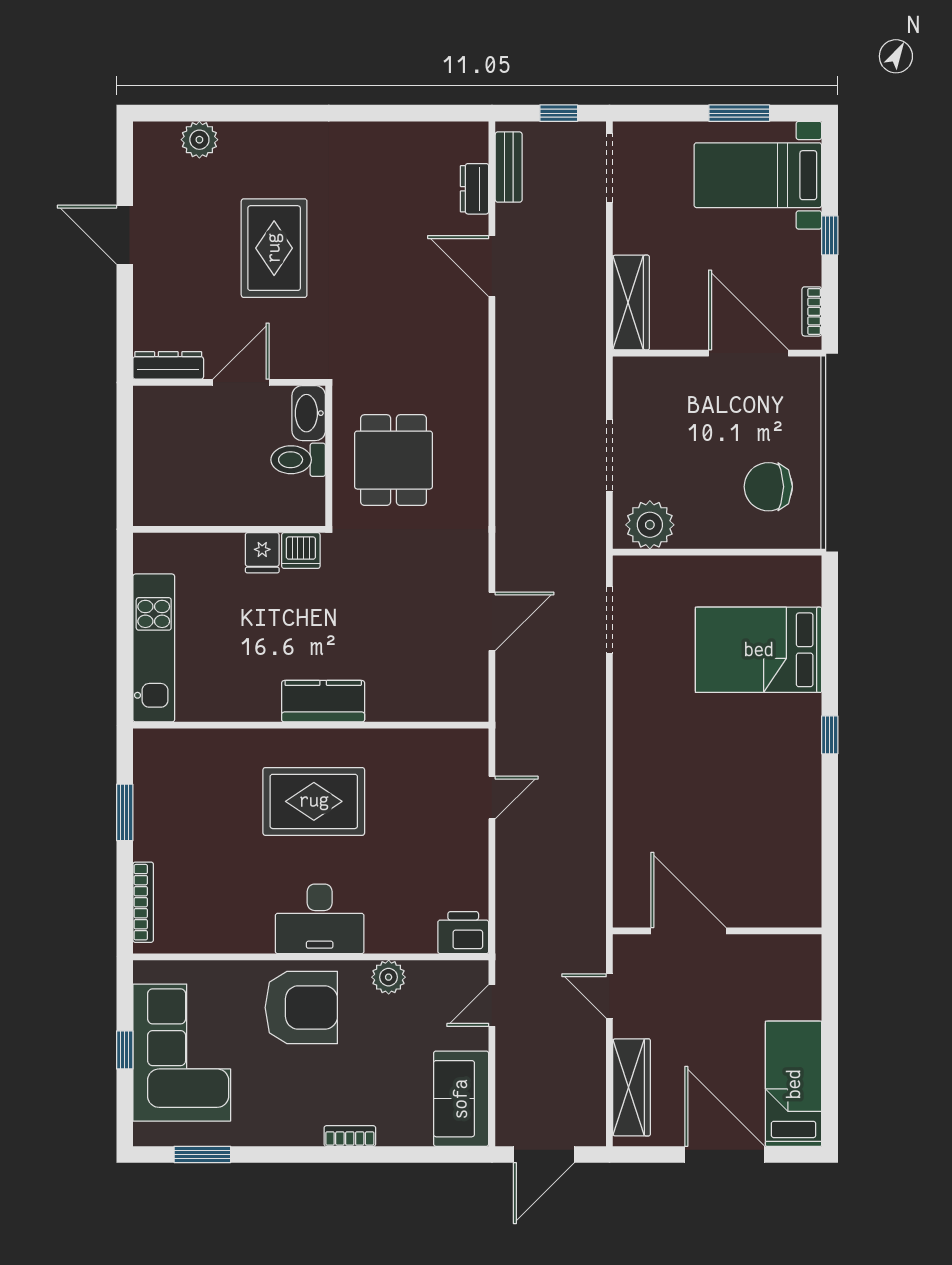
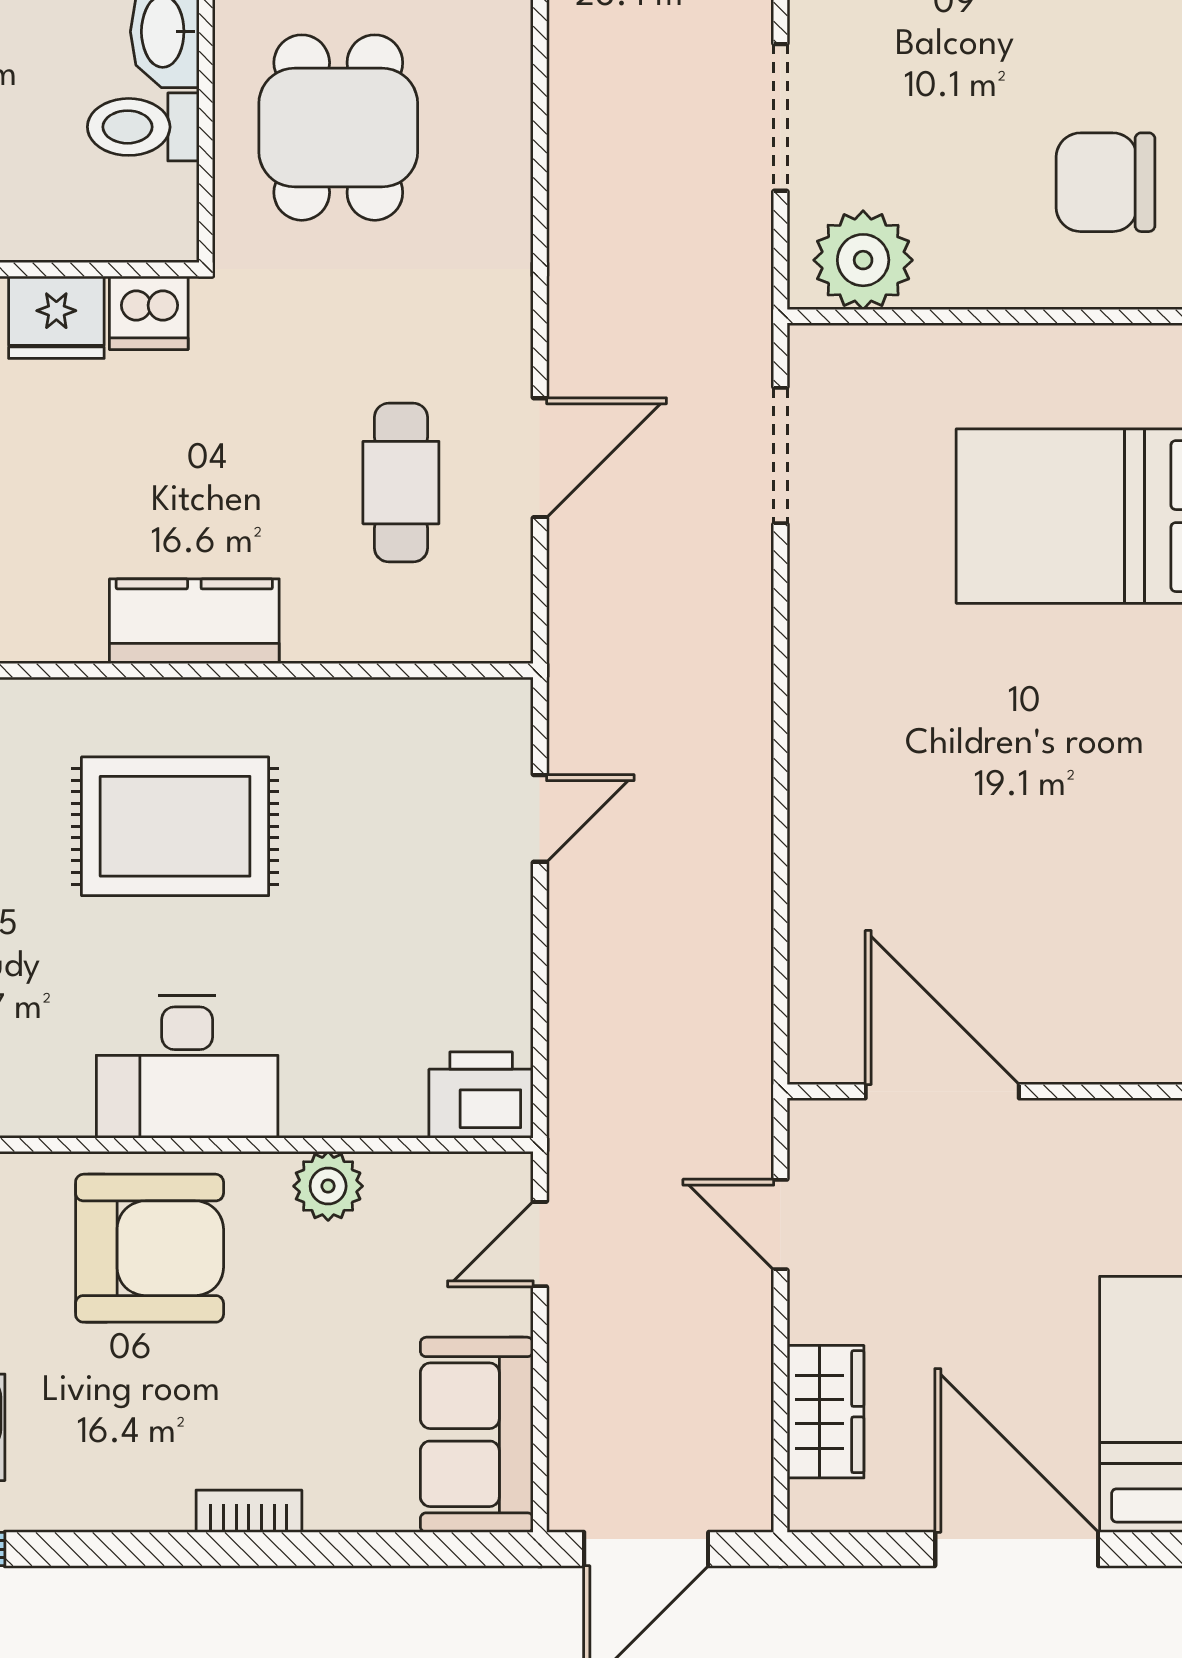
fridge: (262, 553) -> (56, 317), width x1.38
cafe table: (424, 633) -> (401, 483), added
wardrobe: (632, 1087) -> (826, 1412), width x0.67

